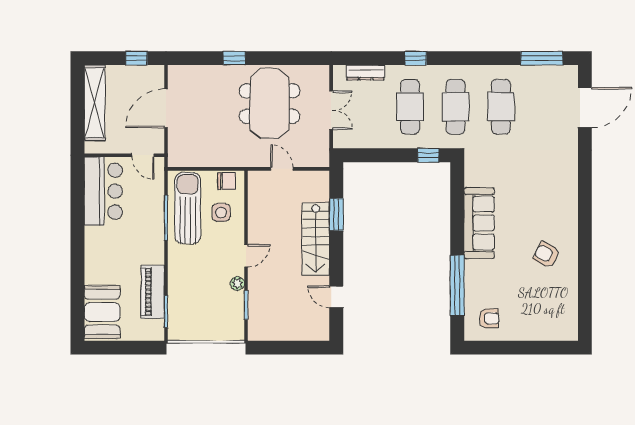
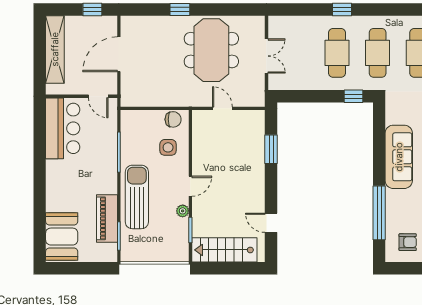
dresser: (365, 73) -> (297, 22), removed
sun lounger: (188, 208) -> (137, 197), moved
stairs: (316, 239) -> (224, 250), moved, turned 90

